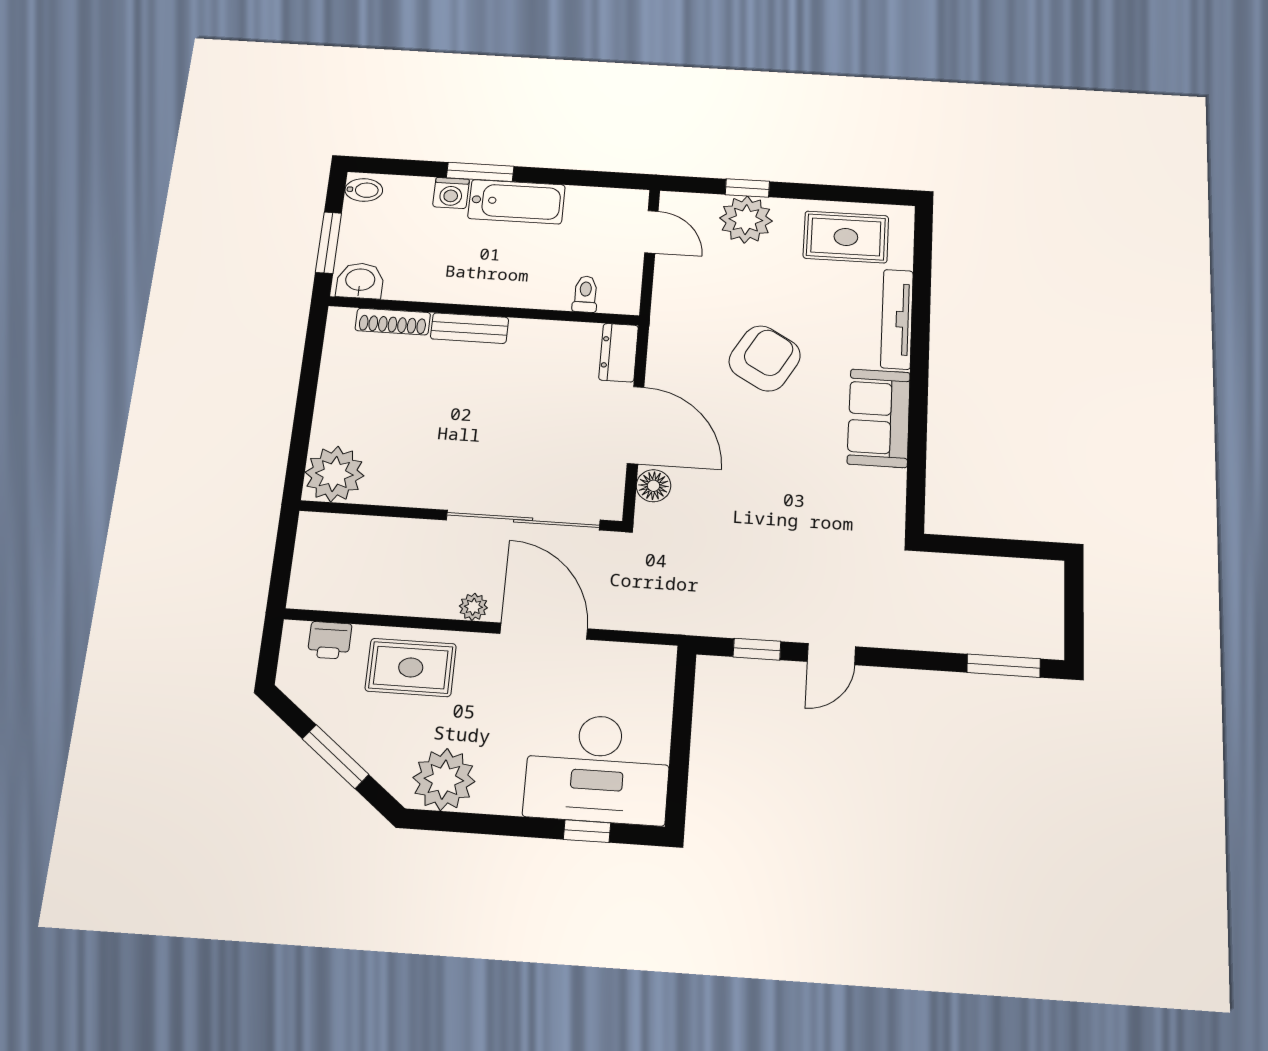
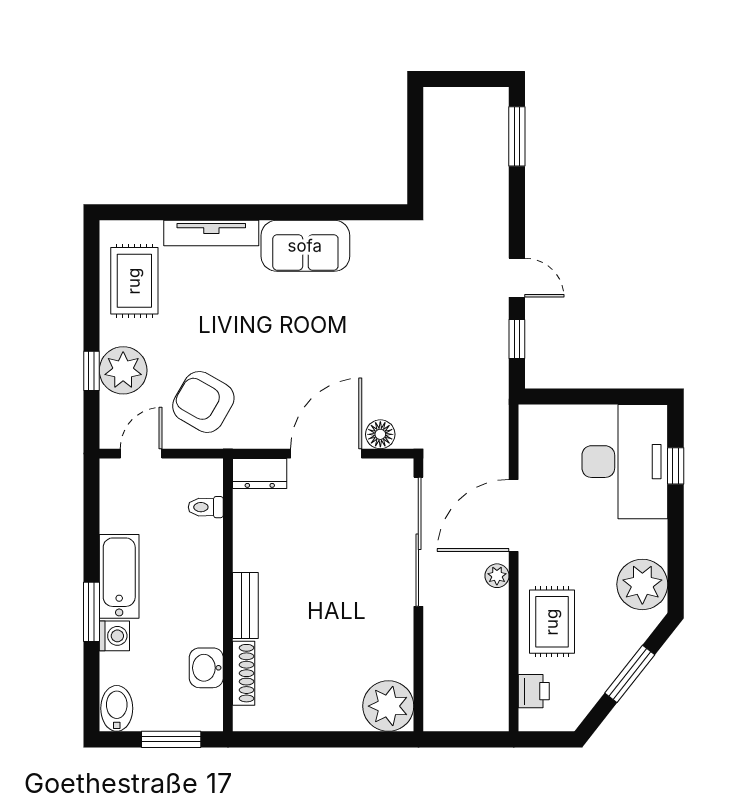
bidet: (364, 190) -> (117, 708), width x1.38, depth x1.36
washbasin: (360, 281) -> (206, 668), moved
armchair: (765, 358) -> (203, 402), moved

